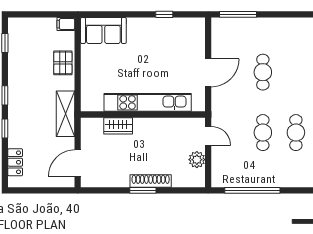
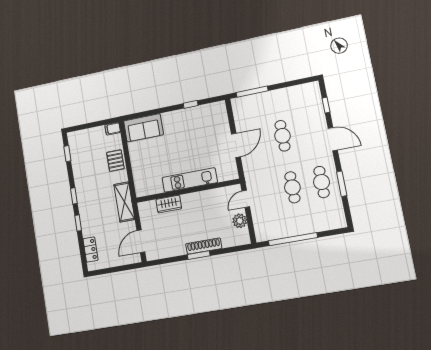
kitchen unit: (148, 102) -> (190, 180), width x0.73
door: (208, 136) -> (246, 199), swing flipped

